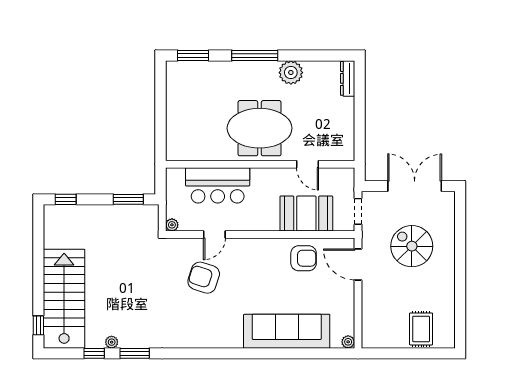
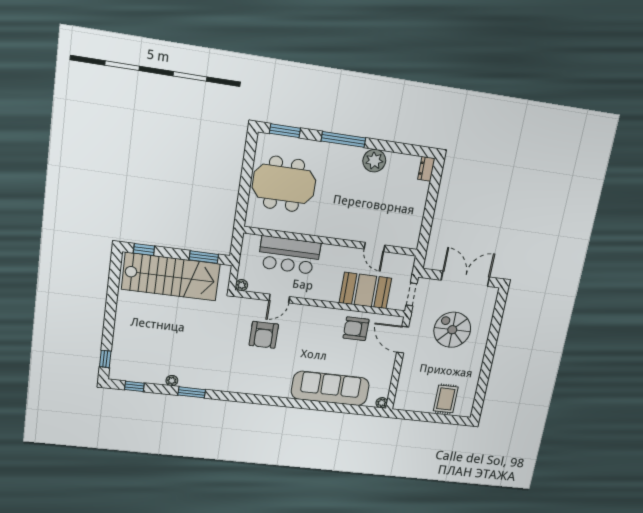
dresser: (348, 78) -> (426, 169), width x0.70
meeting table: (260, 128) -> (284, 184), moved
armchair: (304, 258) -> (356, 329), turned 180
armchair: (204, 278) -> (264, 335), turned -108
stairs: (64, 299) -> (171, 277), moved, turned 90
window: (94, 353) -> (134, 386), moved

